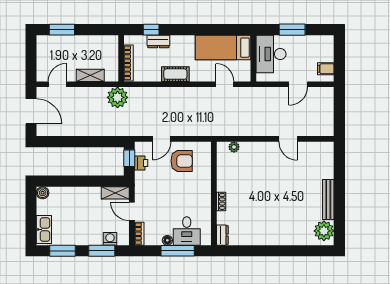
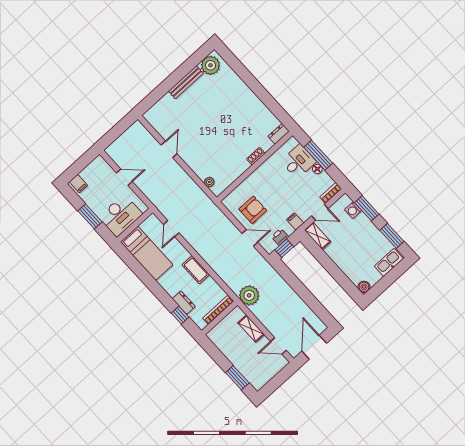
filing cabinet: (326, 69) -> (78, 184), moved
armchair: (182, 161) -> (253, 210), turned 90
filing cabinet: (142, 186) -> (295, 221), added
door: (132, 211) -> (320, 212), hinge flipped

